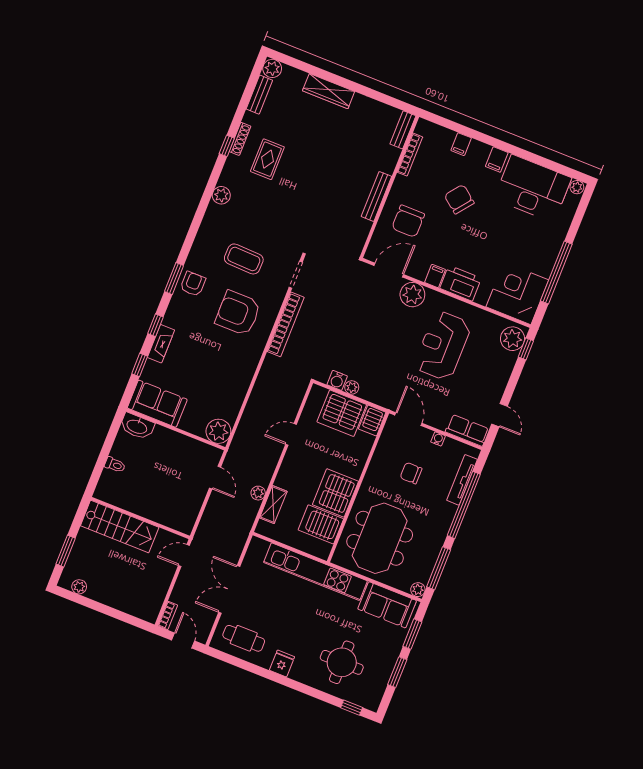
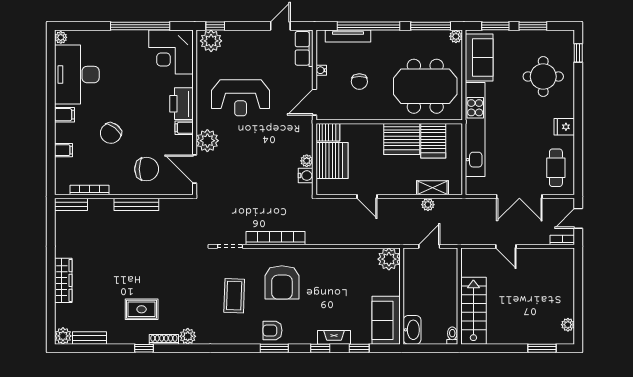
shoe rack: (240, 139) -> (164, 339), moved
wall: (140, 518) -> (459, 296), moved
stairs: (120, 527) -> (473, 311), moved

